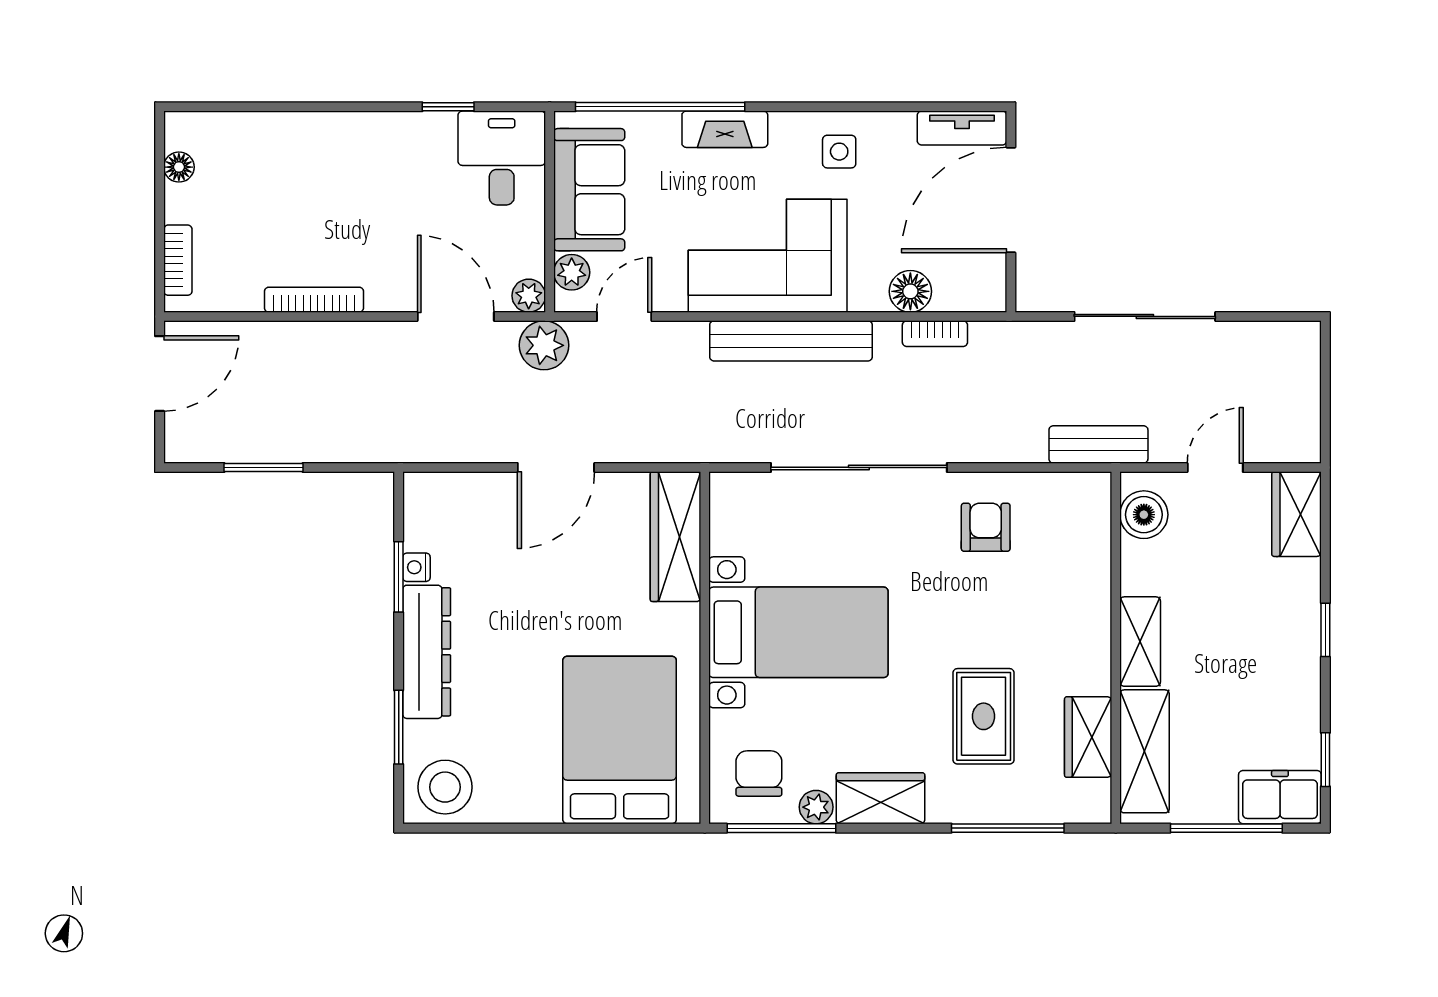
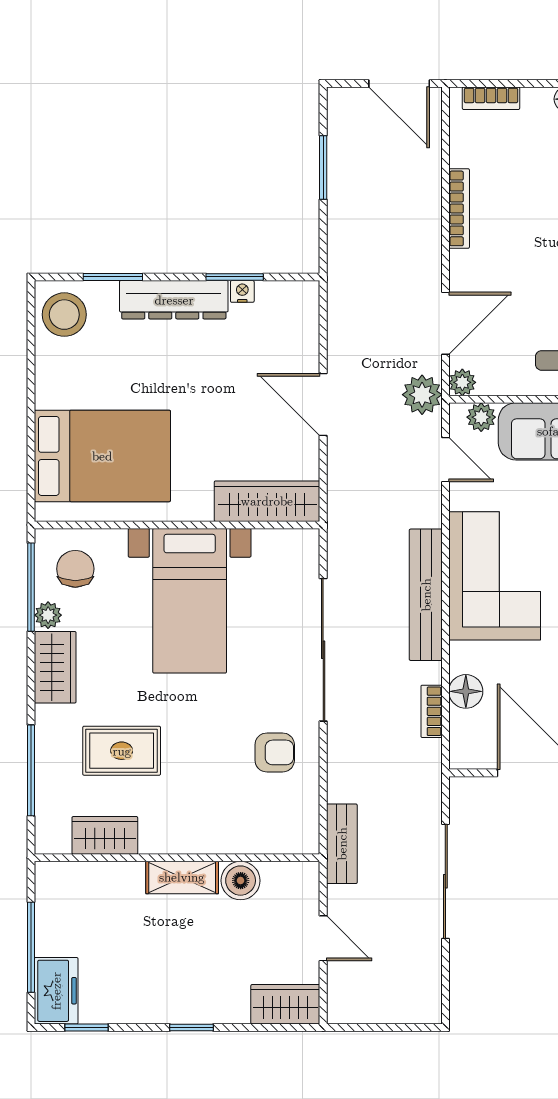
boiler: (1144, 515) -> (241, 881), moved
shelving: (1145, 751) -> (93, 881), removed
chair: (759, 773) -> (75, 569), turned -90

